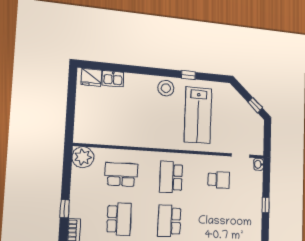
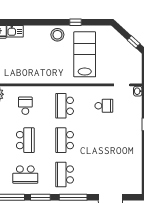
lab bench: (198, 115) -> (85, 54), turned 180
school desk: (121, 174) -> (25, 106), width x0.54

